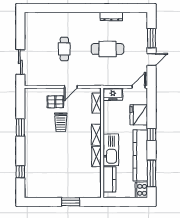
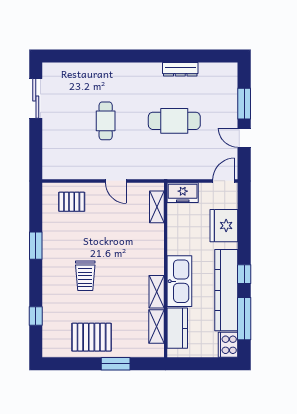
door: (151, 60) -> (244, 138), swing flipped
sliding door: (20, 62) -> (36, 98), moved
door: (71, 87) -> (116, 181), hinge flipped
pallet: (55, 102) -> (72, 202), moved
trolley: (61, 122) -> (85, 276), moved
window: (151, 134) -> (244, 274), moved
shelving: (96, 135) -> (156, 326), moved
pallet: (55, 185) -> (92, 337), added

